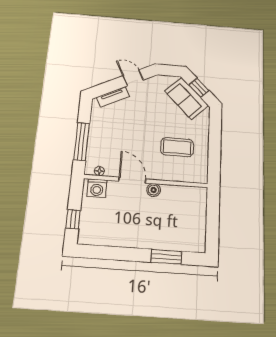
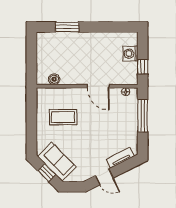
washing machine: (97, 188) -> (130, 54), moved, turned -90
boiler: (154, 190) -> (54, 79), moved
window: (73, 219) -> (143, 67), moved

